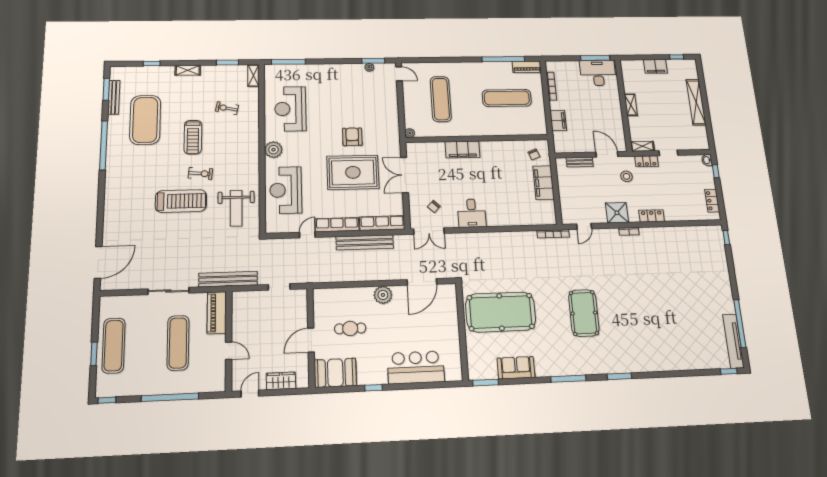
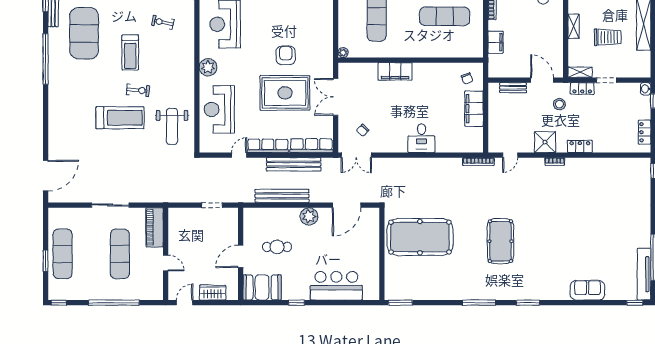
trolley: (664, 114) -> (608, 37), added
desk: (472, 213) -> (421, 138), moved
bench: (228, 279) -> (282, 196), moved
sofa: (516, 368) -> (588, 290), moved

